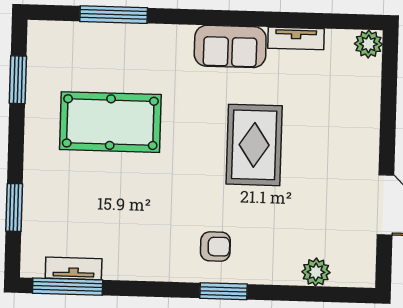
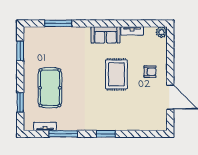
pool table: (110, 122) -> (50, 88), moved, turned 90
armchair: (215, 246) -> (150, 72), moved
plant: (316, 272) -> (143, 125), removed
window: (68, 287) -> (63, 134), moved

